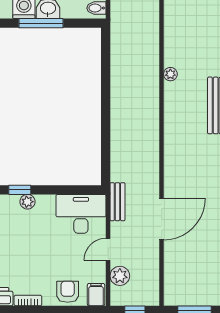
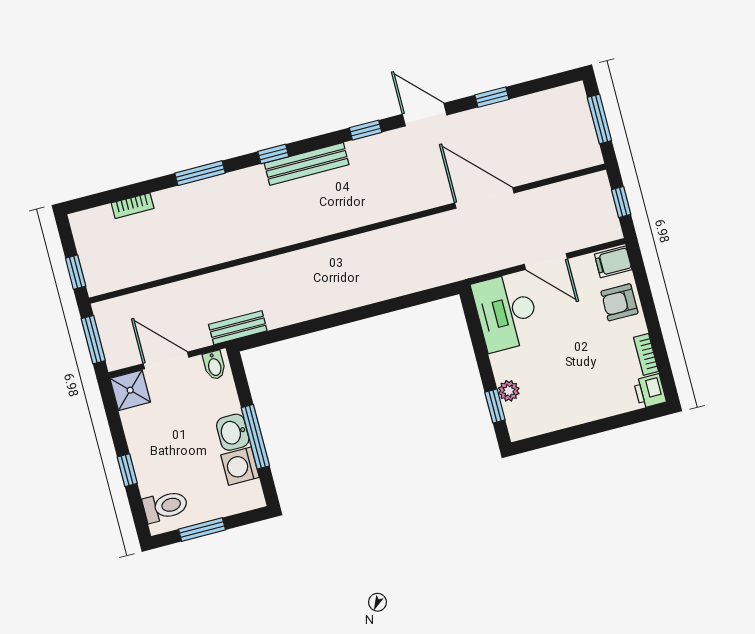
plant: (170, 74) -> (279, 238), removed
bench: (117, 202) -> (238, 328), moved
door: (108, 249) -> (546, 261), width x1.38
plant: (120, 276) -> (578, 235), removed

